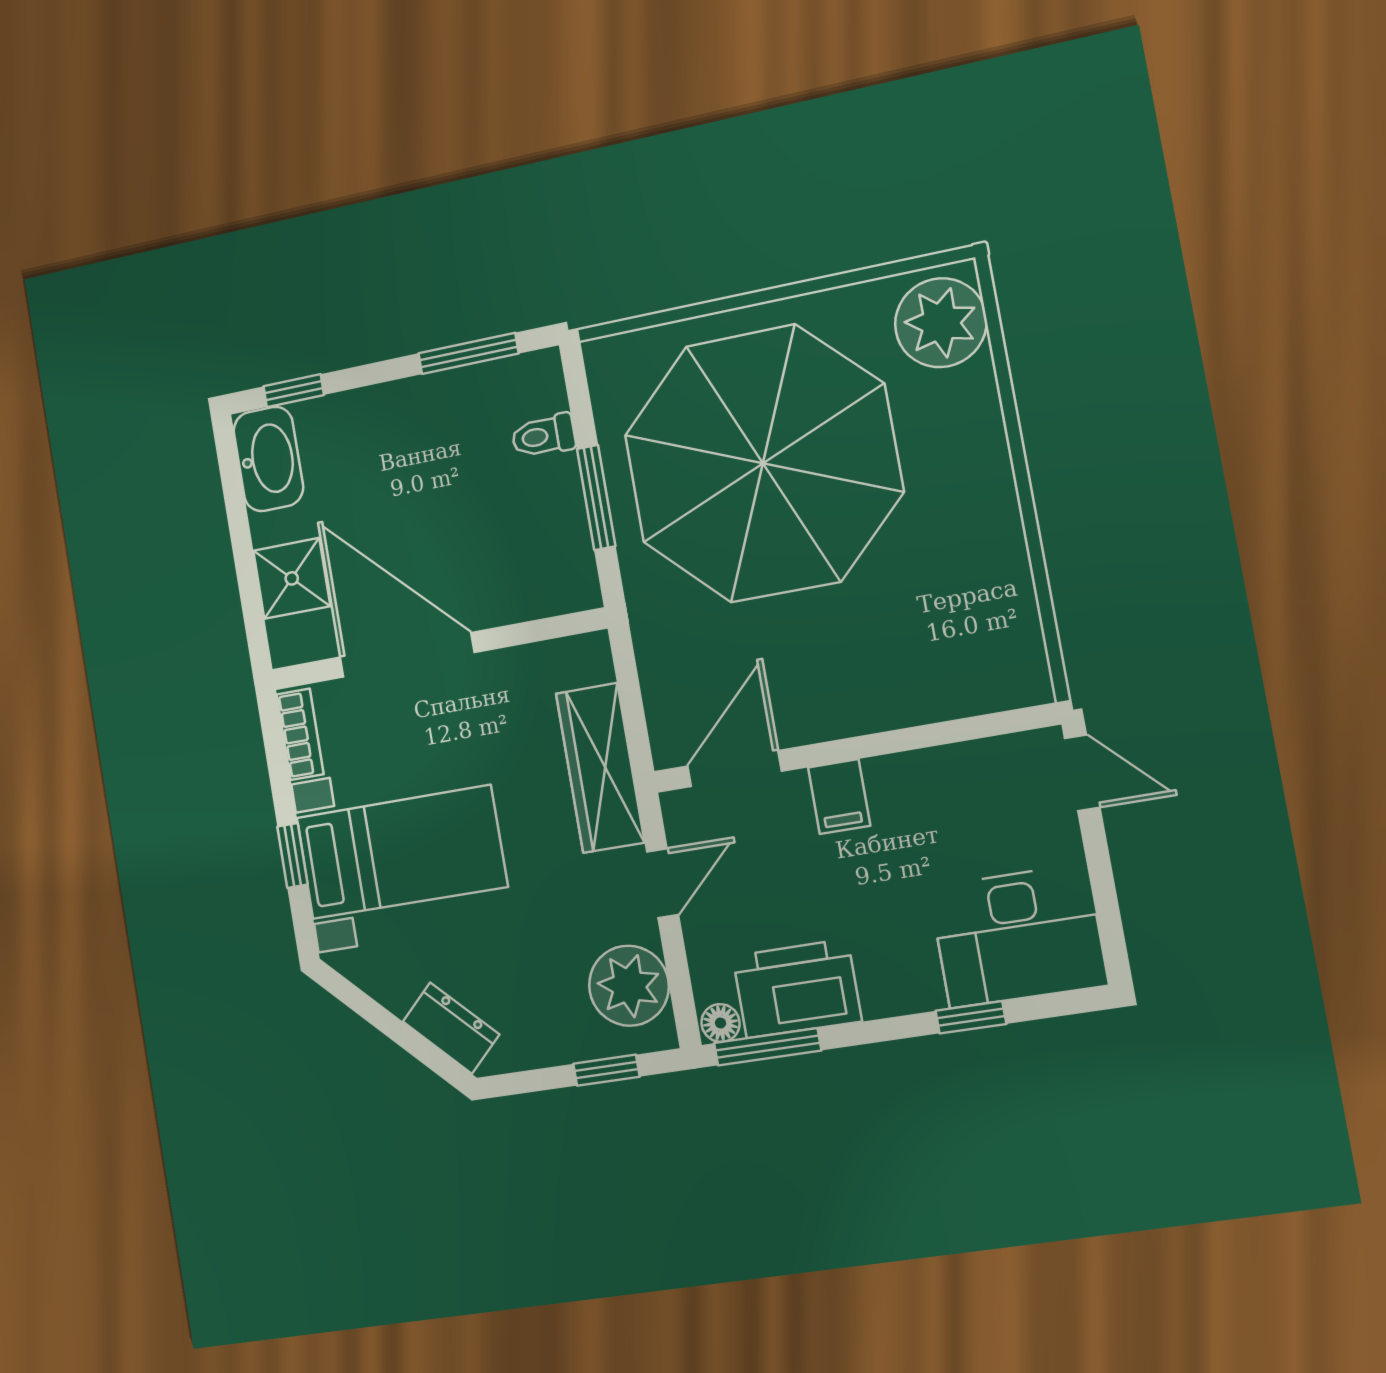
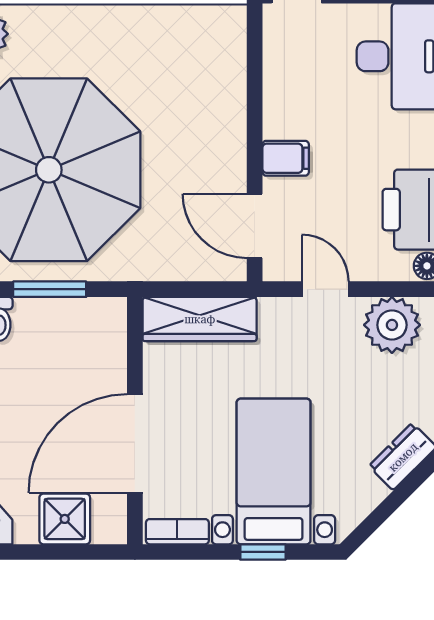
wardrobe: (600, 768) -> (200, 319), moved

